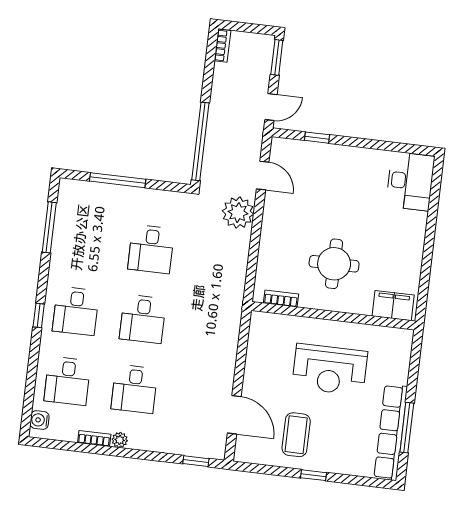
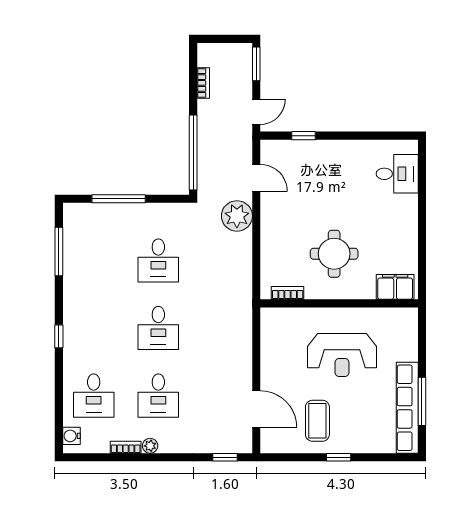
bookcase: (222, 46) -> (203, 83), moved
desk: (410, 181) -> (397, 174), width x0.73
desk: (76, 311) -> (94, 328), removed

